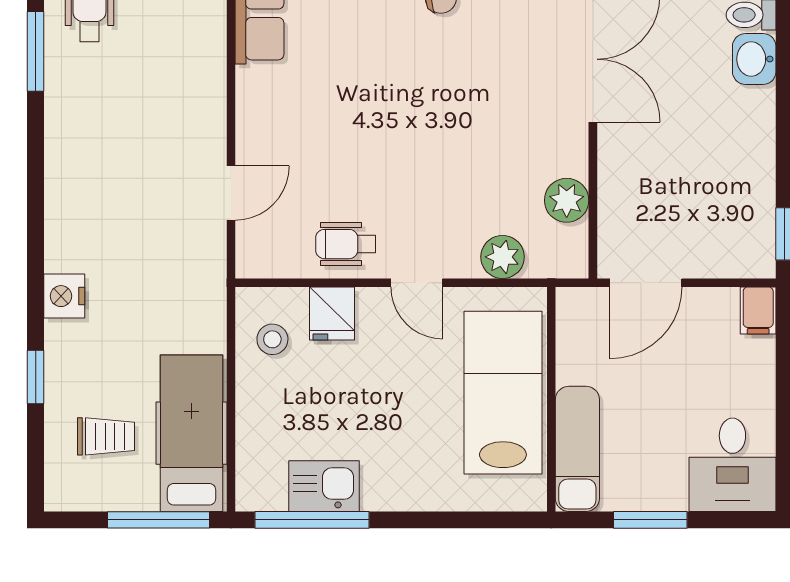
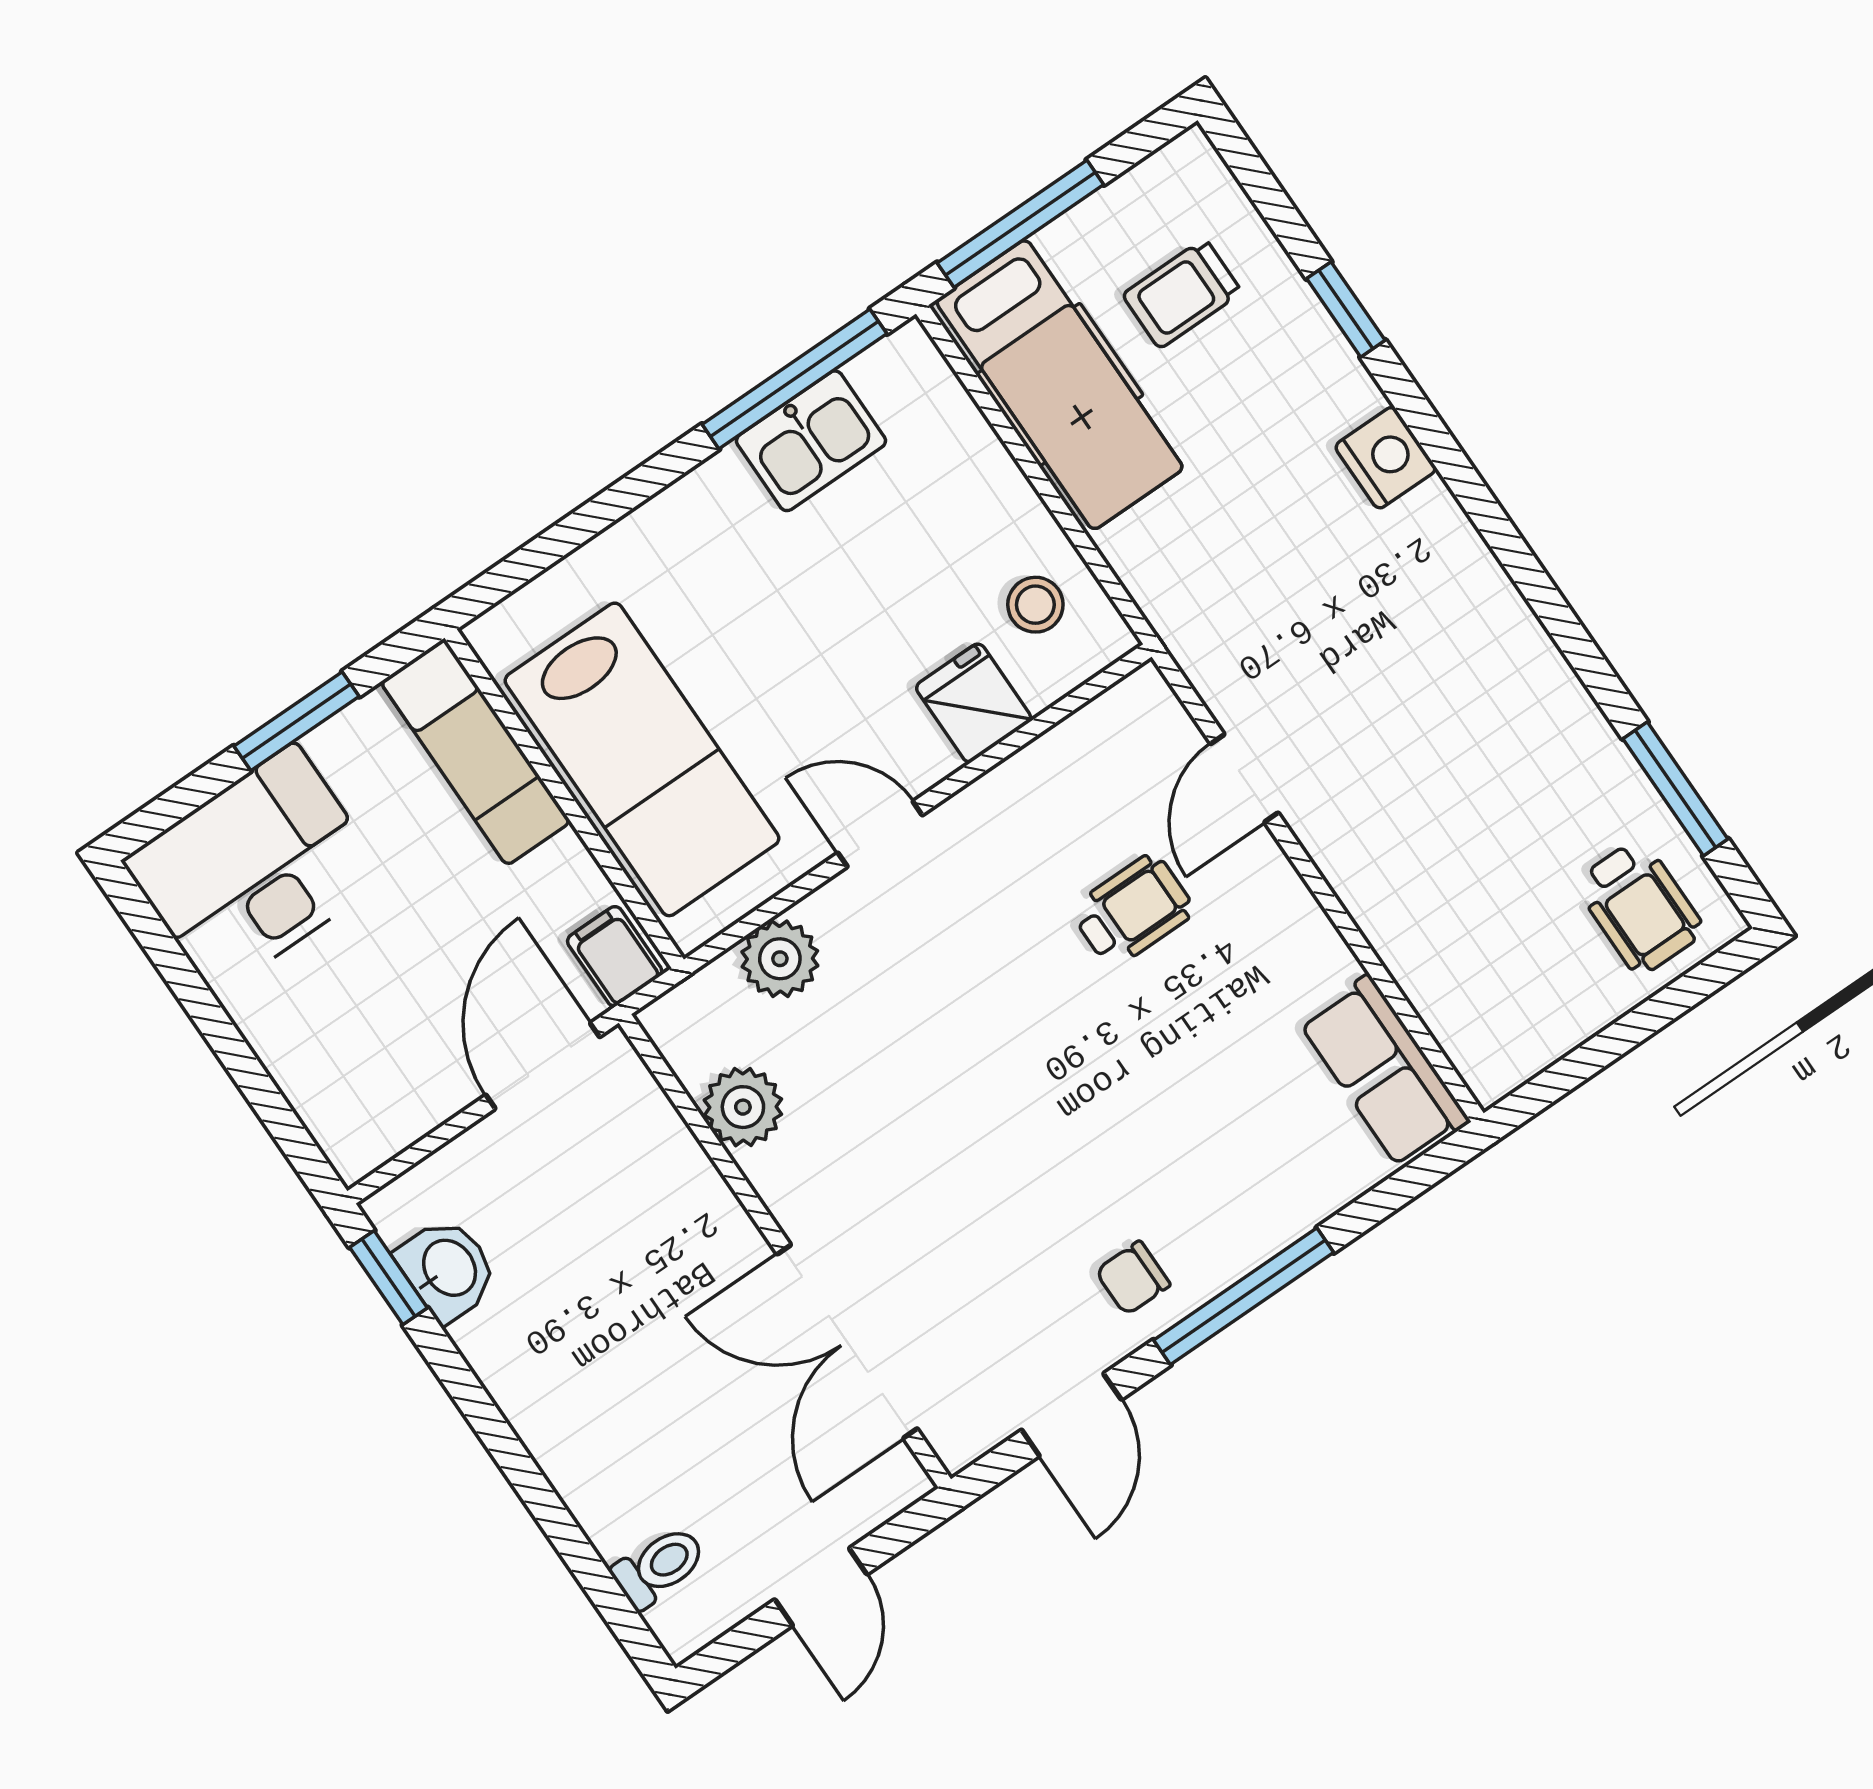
washbasin: (754, 59) -> (448, 1269), moved
wheelchair: (346, 244) -> (1133, 910), moved
filing cabinet: (758, 311) -> (615, 956), moved
desk: (732, 465) -> (255, 869), width x1.37

